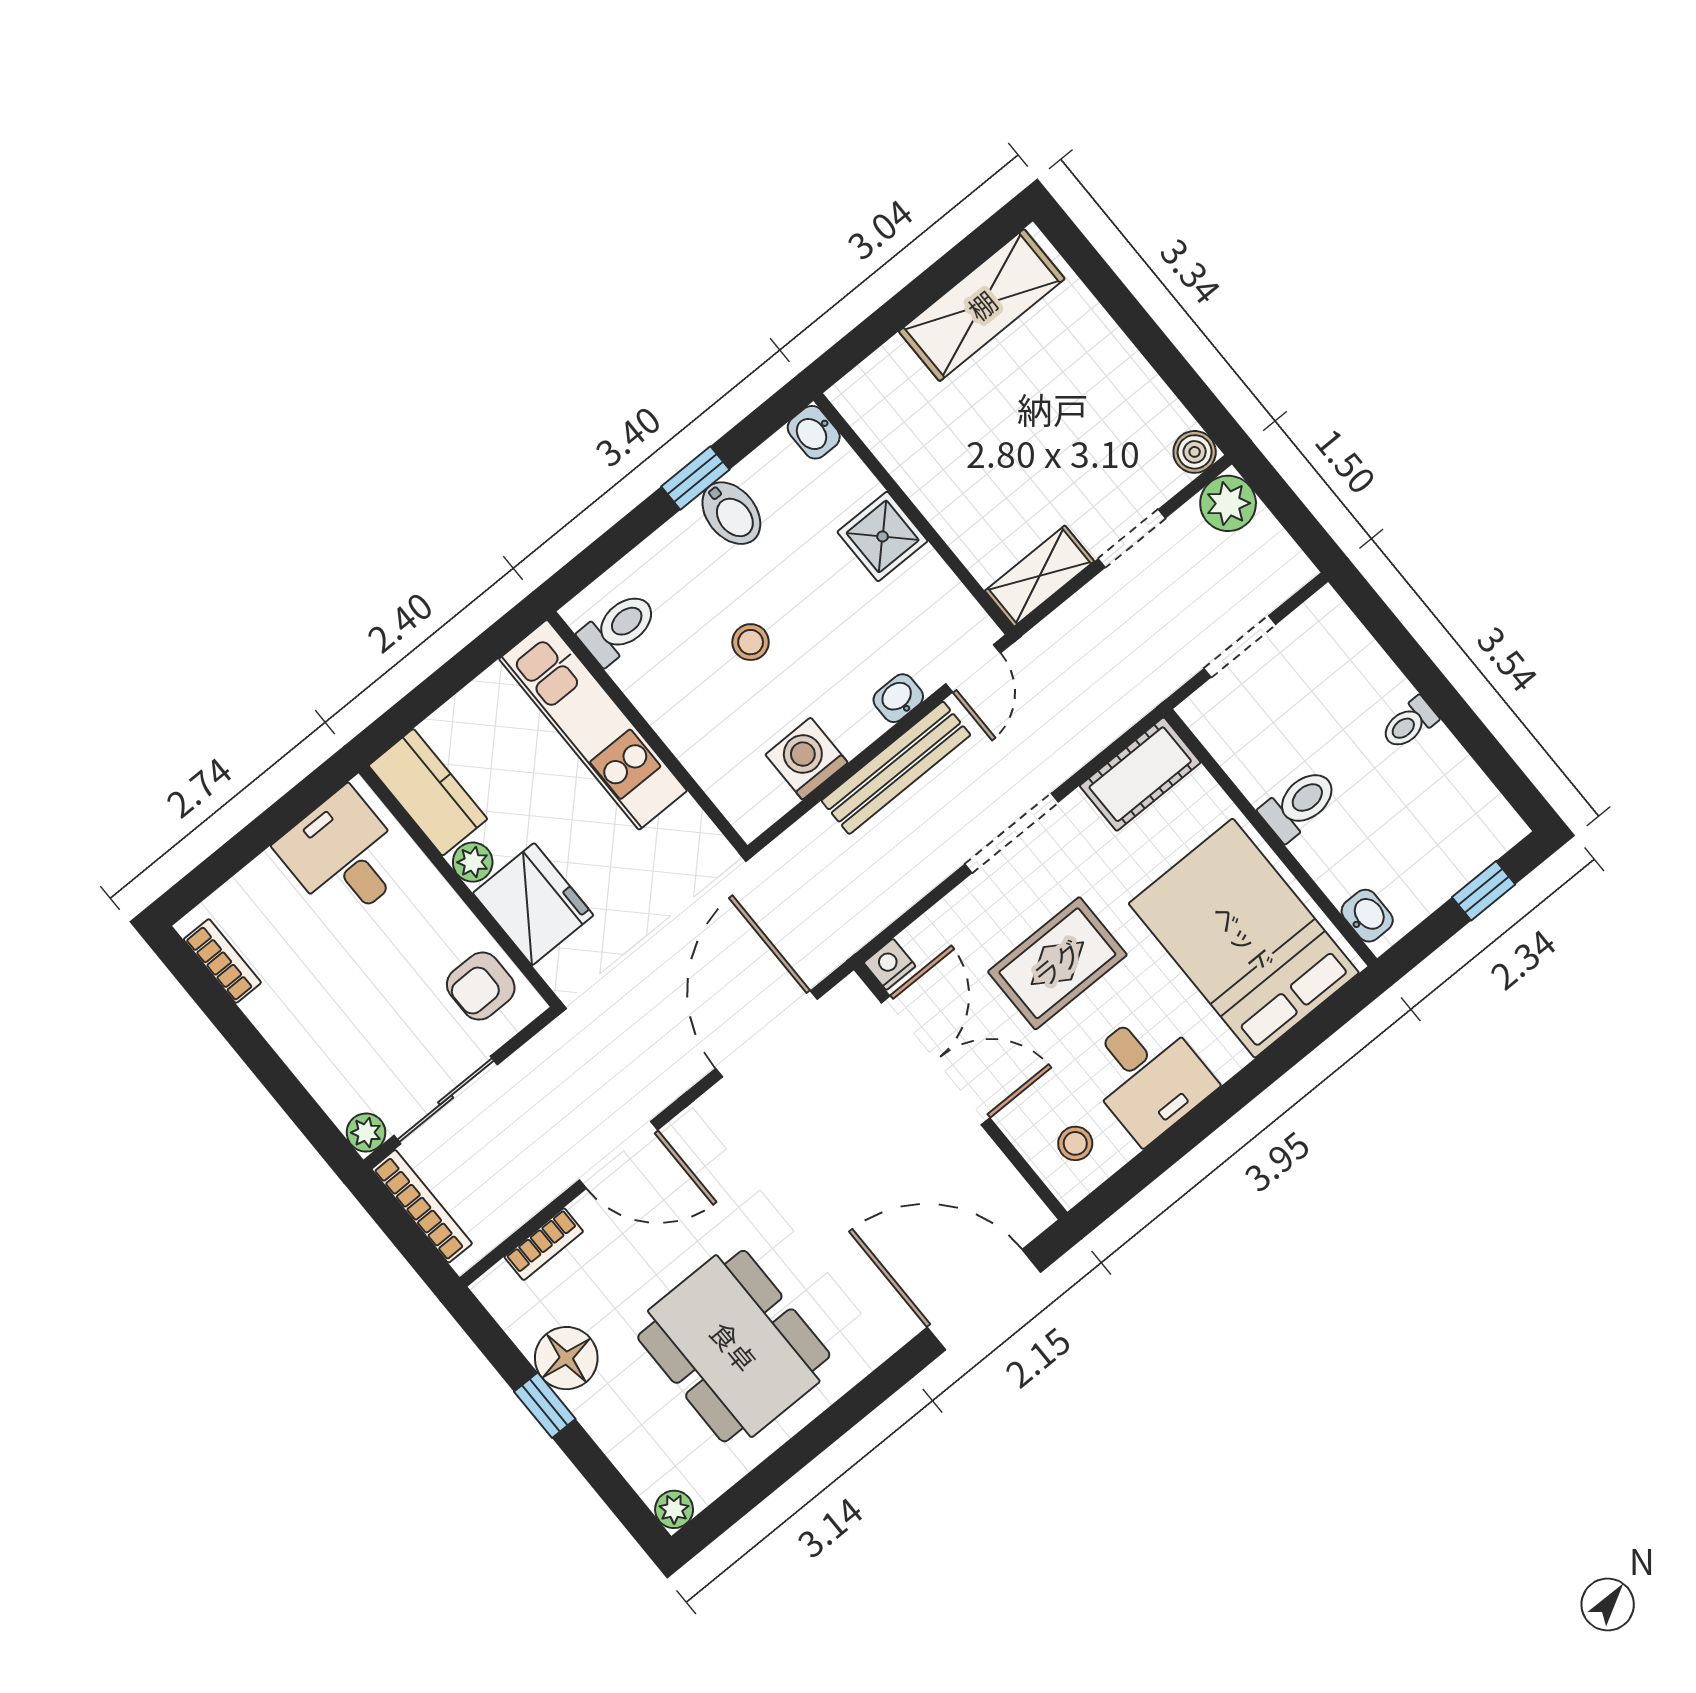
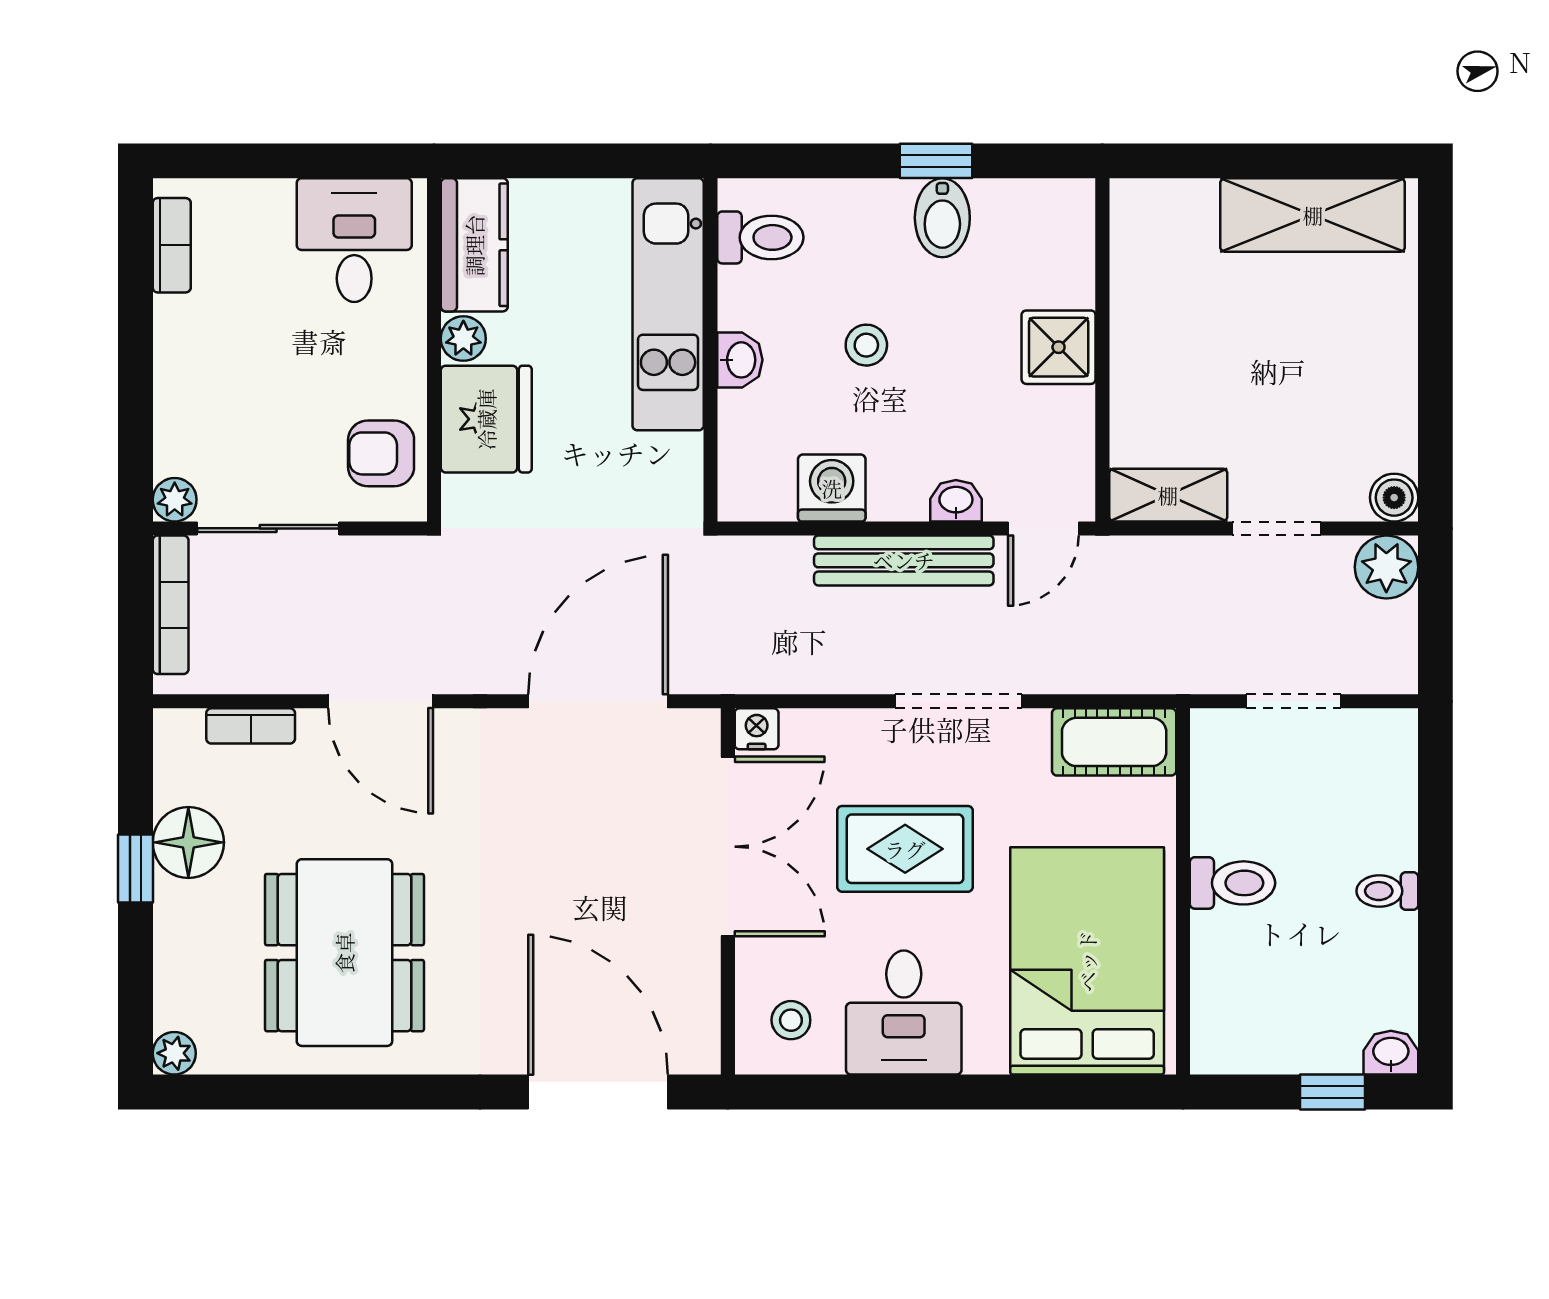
washbasin: (814, 432) -> (740, 360), moved, turned 180
washbasin: (1367, 916) -> (1391, 1053), moved, turned -90

